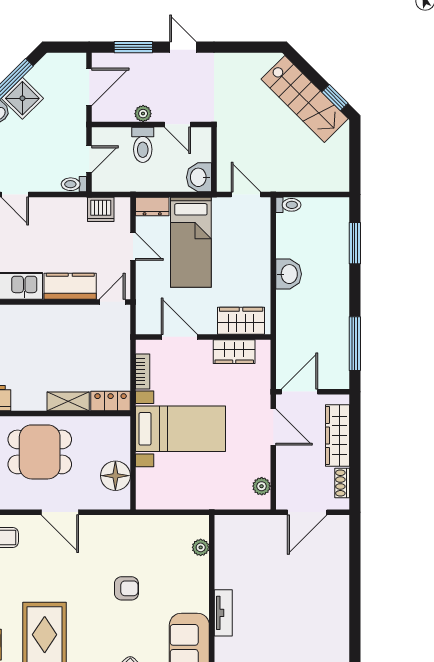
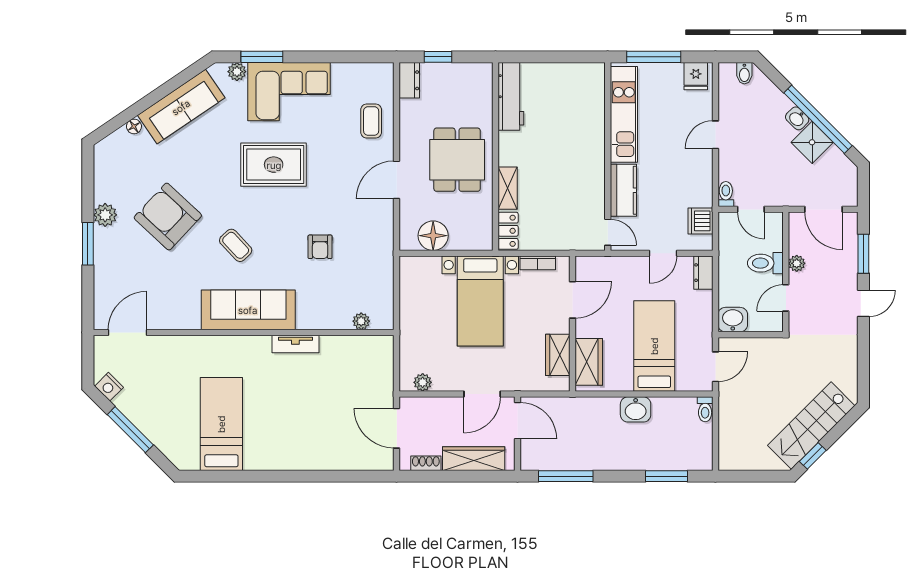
bed: (191, 242) -> (654, 346), moved, turned 90

